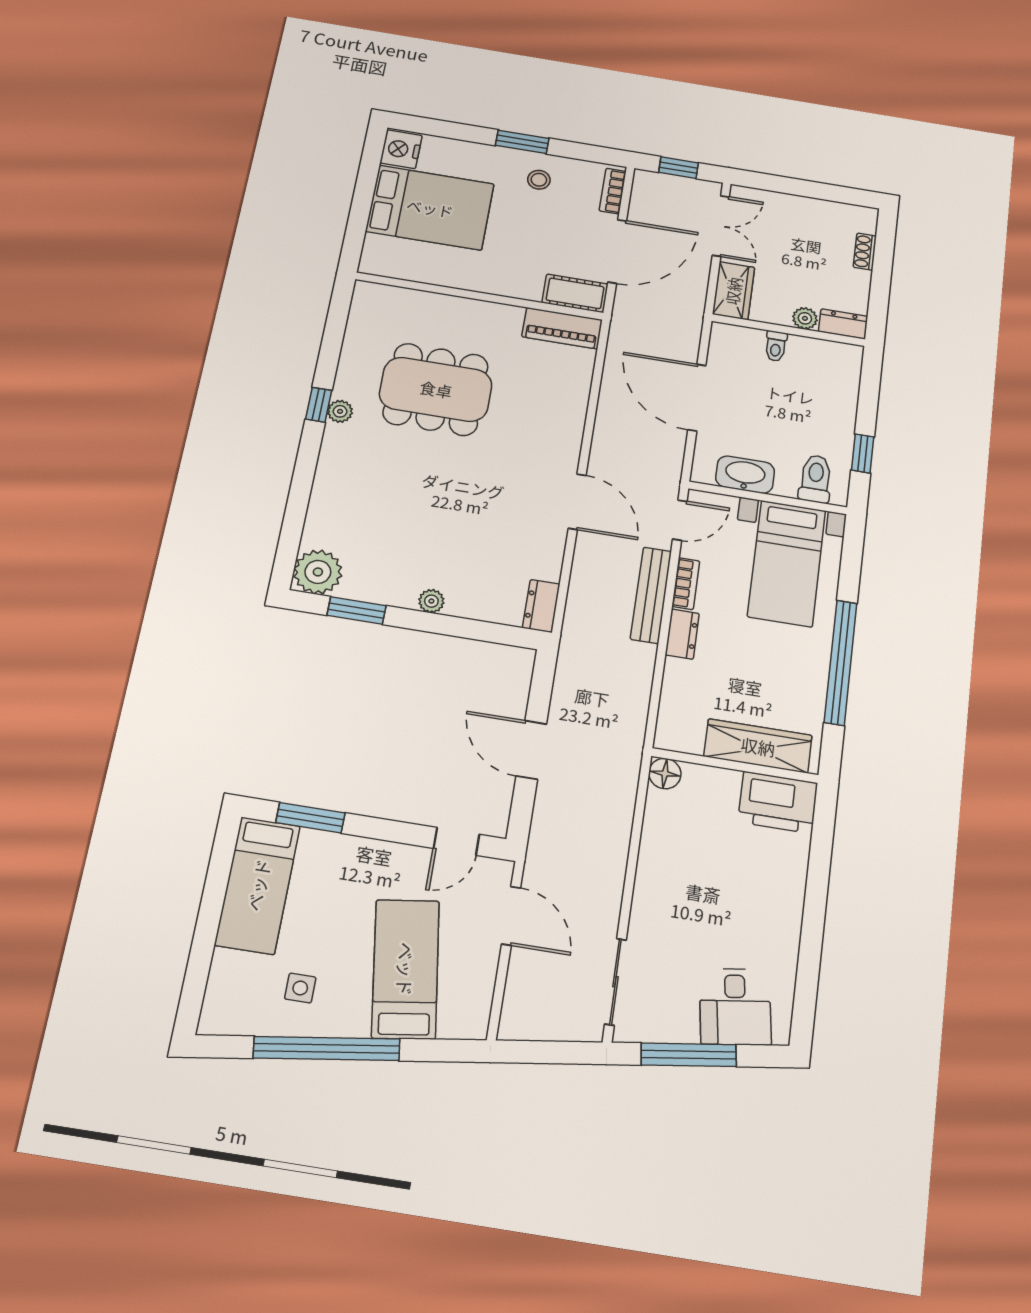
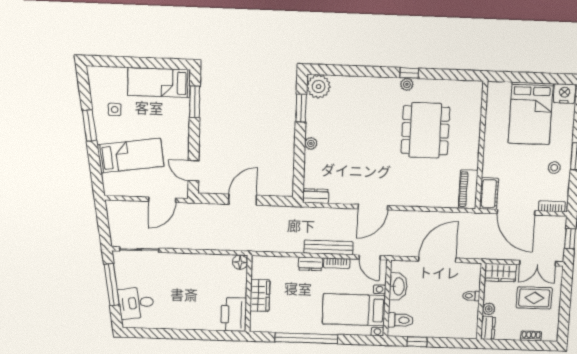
rug: (789, 238) -> (534, 298), added
wardrobe: (758, 746) -> (260, 295), width x0.67
window: (327, 1048) -> (89, 125), width x0.47

